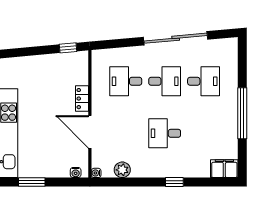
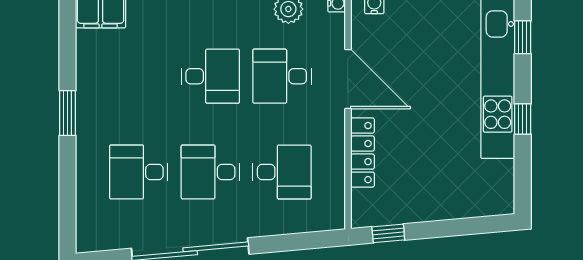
locker: (82, 99) -> (363, 153), width x1.53
window: (242, 113) -> (67, 113), width x0.47
desk: (126, 133) -> (282, 76), added

